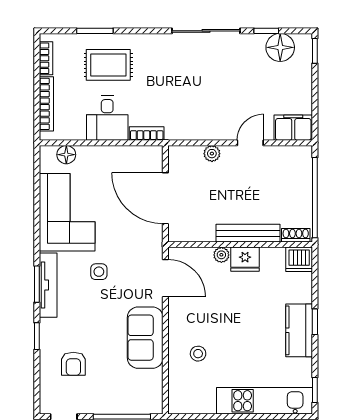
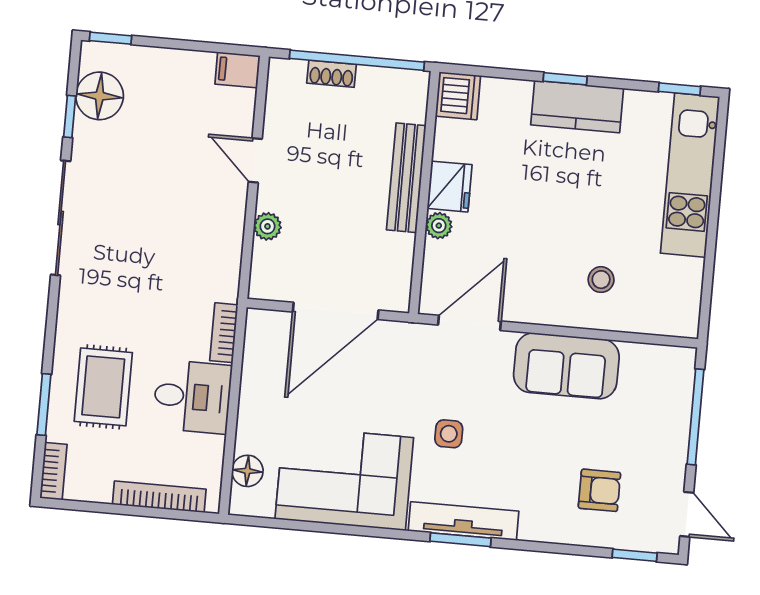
bookcase: (46, 58) -> (53, 471), moved, turned 90
filing cabinet: (293, 128) -> (238, 70), width x0.50
shoe rack: (296, 235) -> (332, 74), moved, turned -90
window: (37, 336) -> (635, 555), moved

